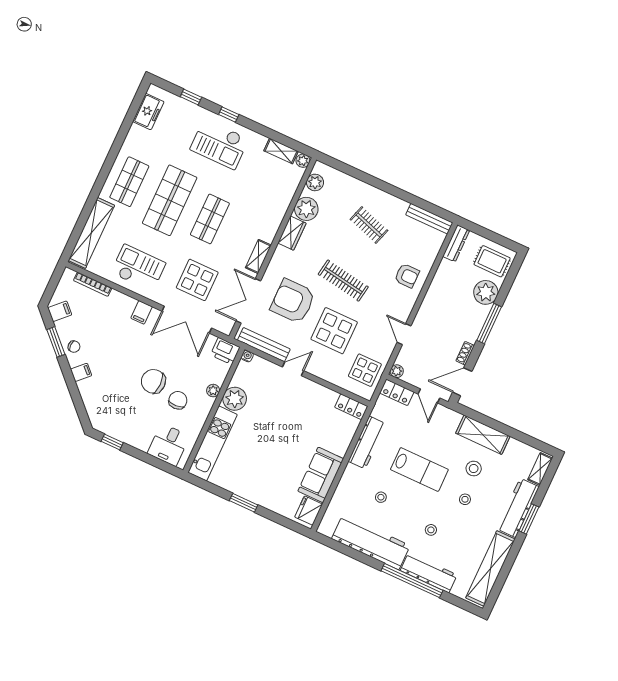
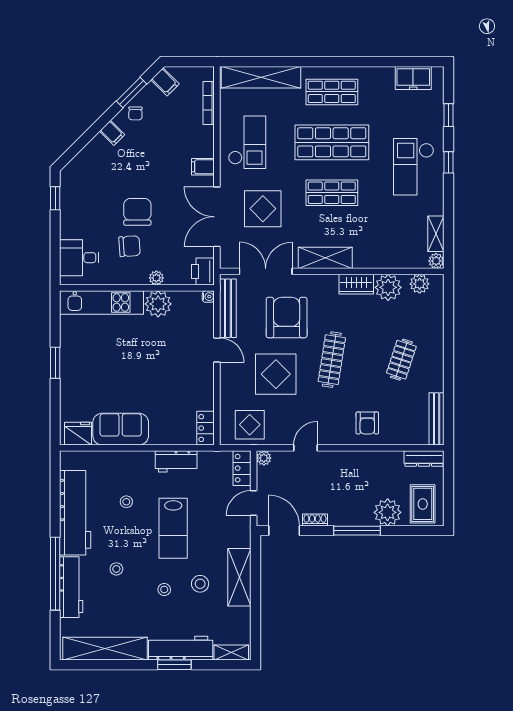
shelving: (258, 256) -> (325, 258), width x1.50, depth x1.33
workbench: (367, 442) -> (176, 461), width x0.73

